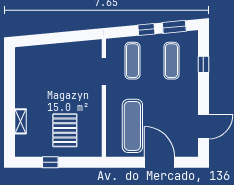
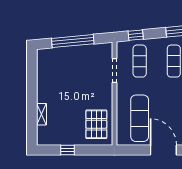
window: (146, 29) -> (136, 35), moved
window: (56, 38) -> (73, 41), added
pallet: (65, 130) -> (96, 124), moved

